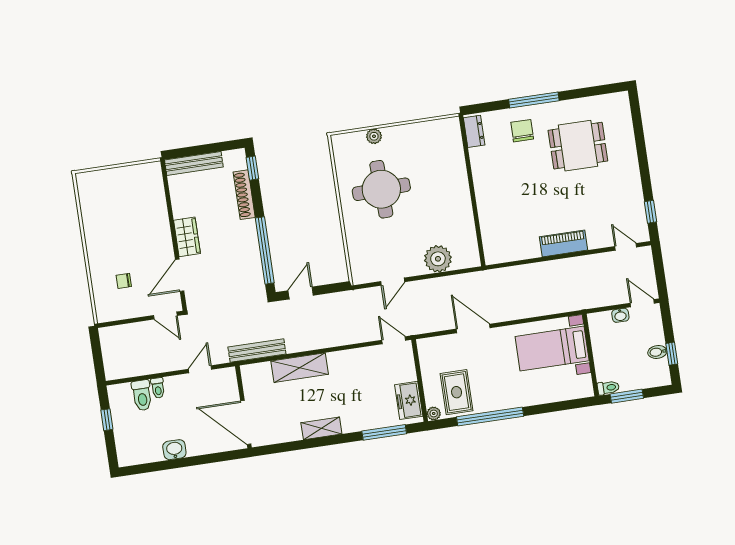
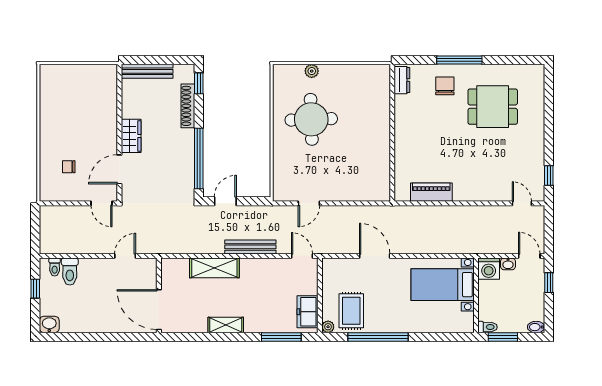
piano: (563, 243) -> (431, 192), moved
plant: (438, 259) -> (353, 189), removed
washing machine: (600, 324) -> (489, 269), added
bench: (257, 351) -> (250, 247), moved
bidet: (657, 352) -> (536, 327), moved
window: (672, 354) -> (549, 283), moved
toilet: (158, 388) -> (55, 267), moved
washbasin: (174, 450) -> (49, 324), moved

